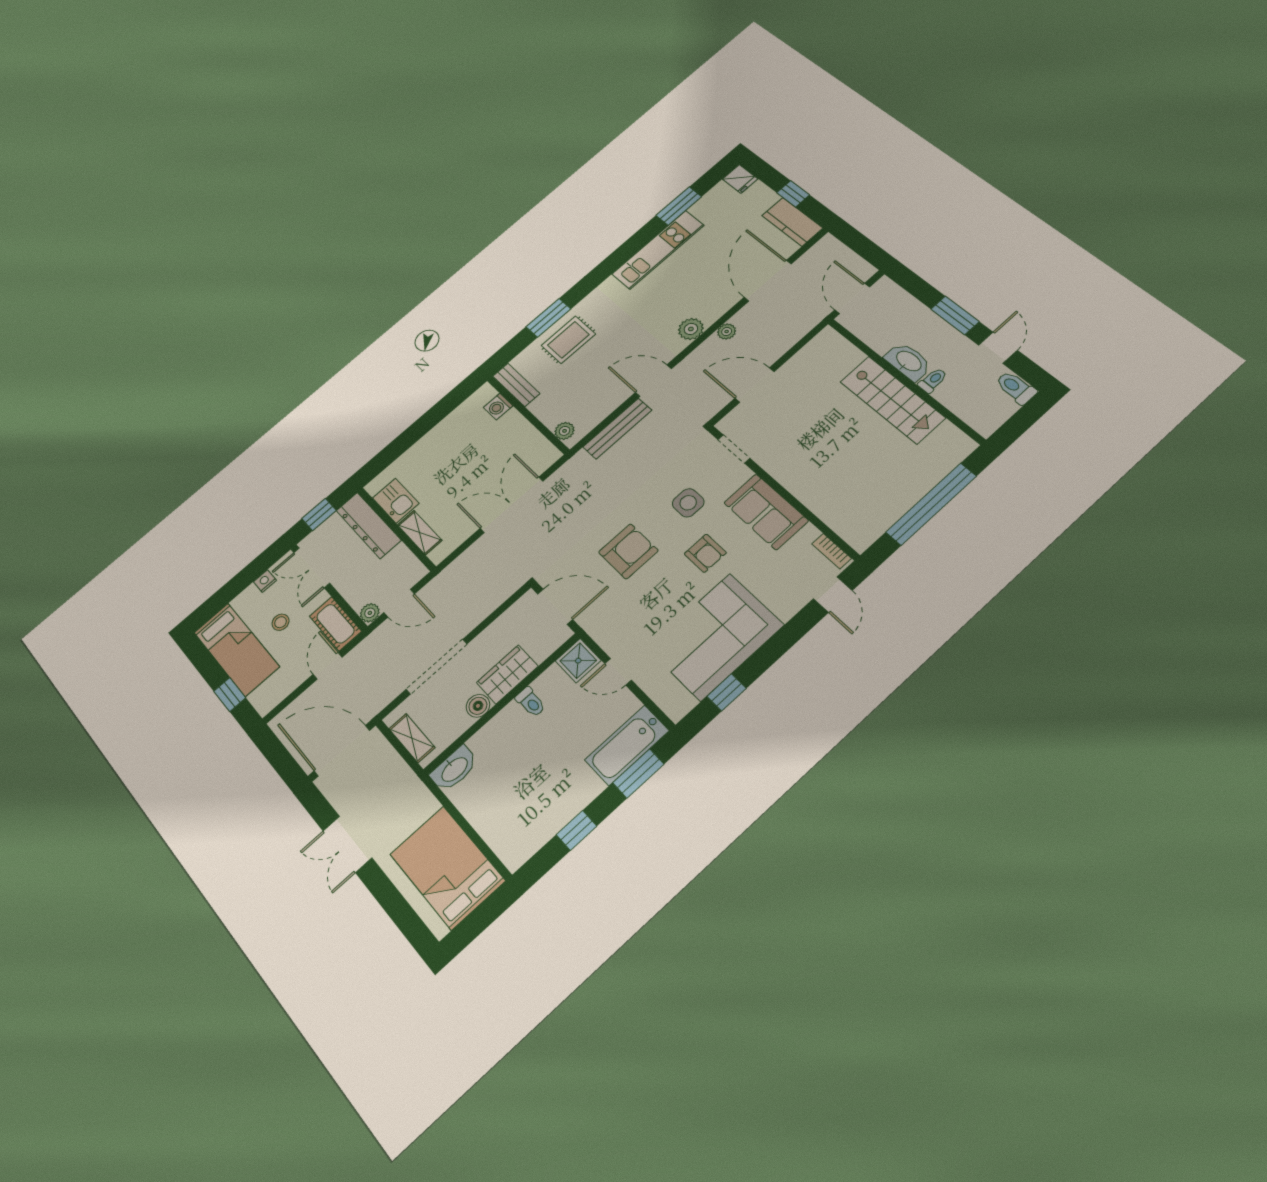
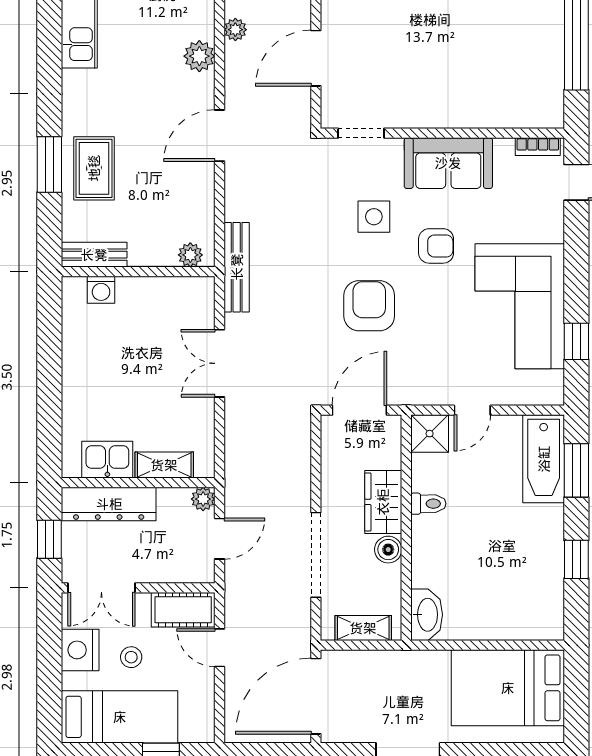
bench: (617, 429) -> (237, 267), moved
double door: (512, 505) -> (219, 363), width x0.73
nightstand: (265, 581) -> (80, 650), width x1.89, depth x1.79
plant: (370, 613) -> (203, 499), moved

